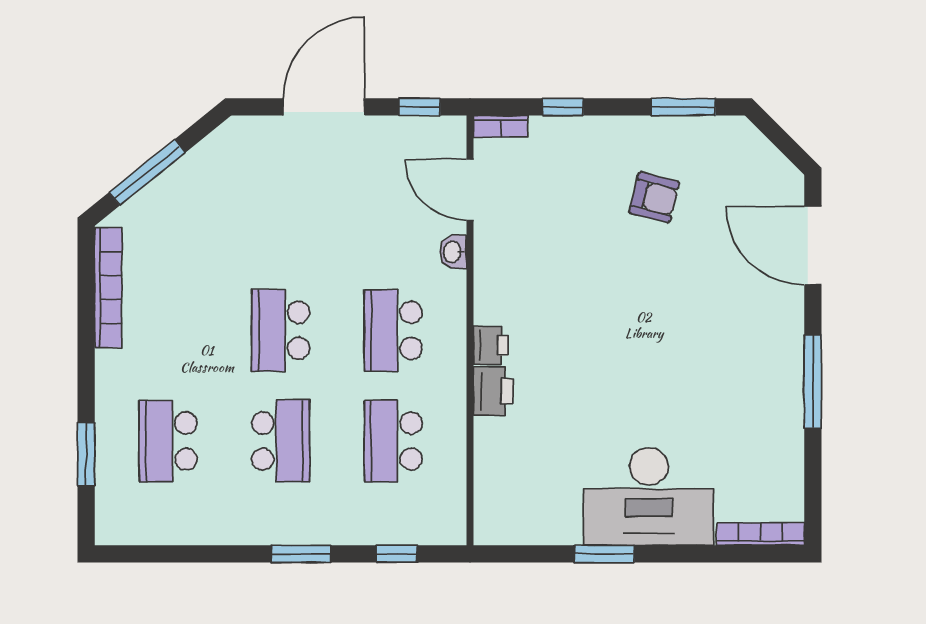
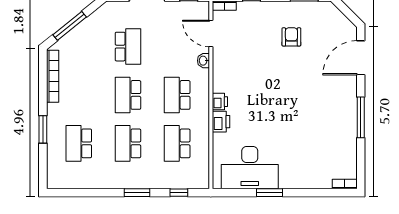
armchair: (654, 198) -> (291, 37), turned -104
school desk: (281, 220) -> (128, 47), added
door: (813, 245) -> (361, 58), hinge flipped
school desk: (281, 441) -> (128, 143), turned 180
window: (86, 454) -> (43, 129), moved
desk: (649, 497) -> (250, 168), moved
bookcase: (760, 534) -> (345, 184), width x0.64

